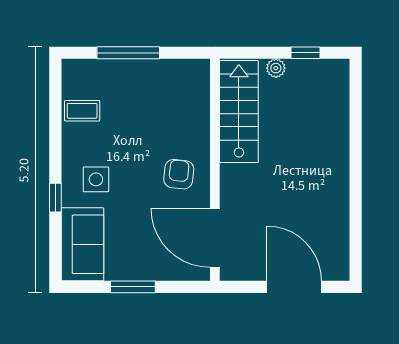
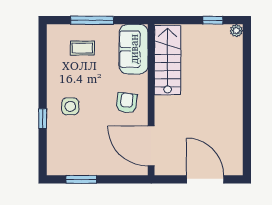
plant: (276, 68) -> (236, 31), moved
coffee table: (82, 111) -> (82, 48), moved
sofa: (82, 244) -> (134, 49), moved, turned 180
window: (133, 287) -> (81, 179), moved

